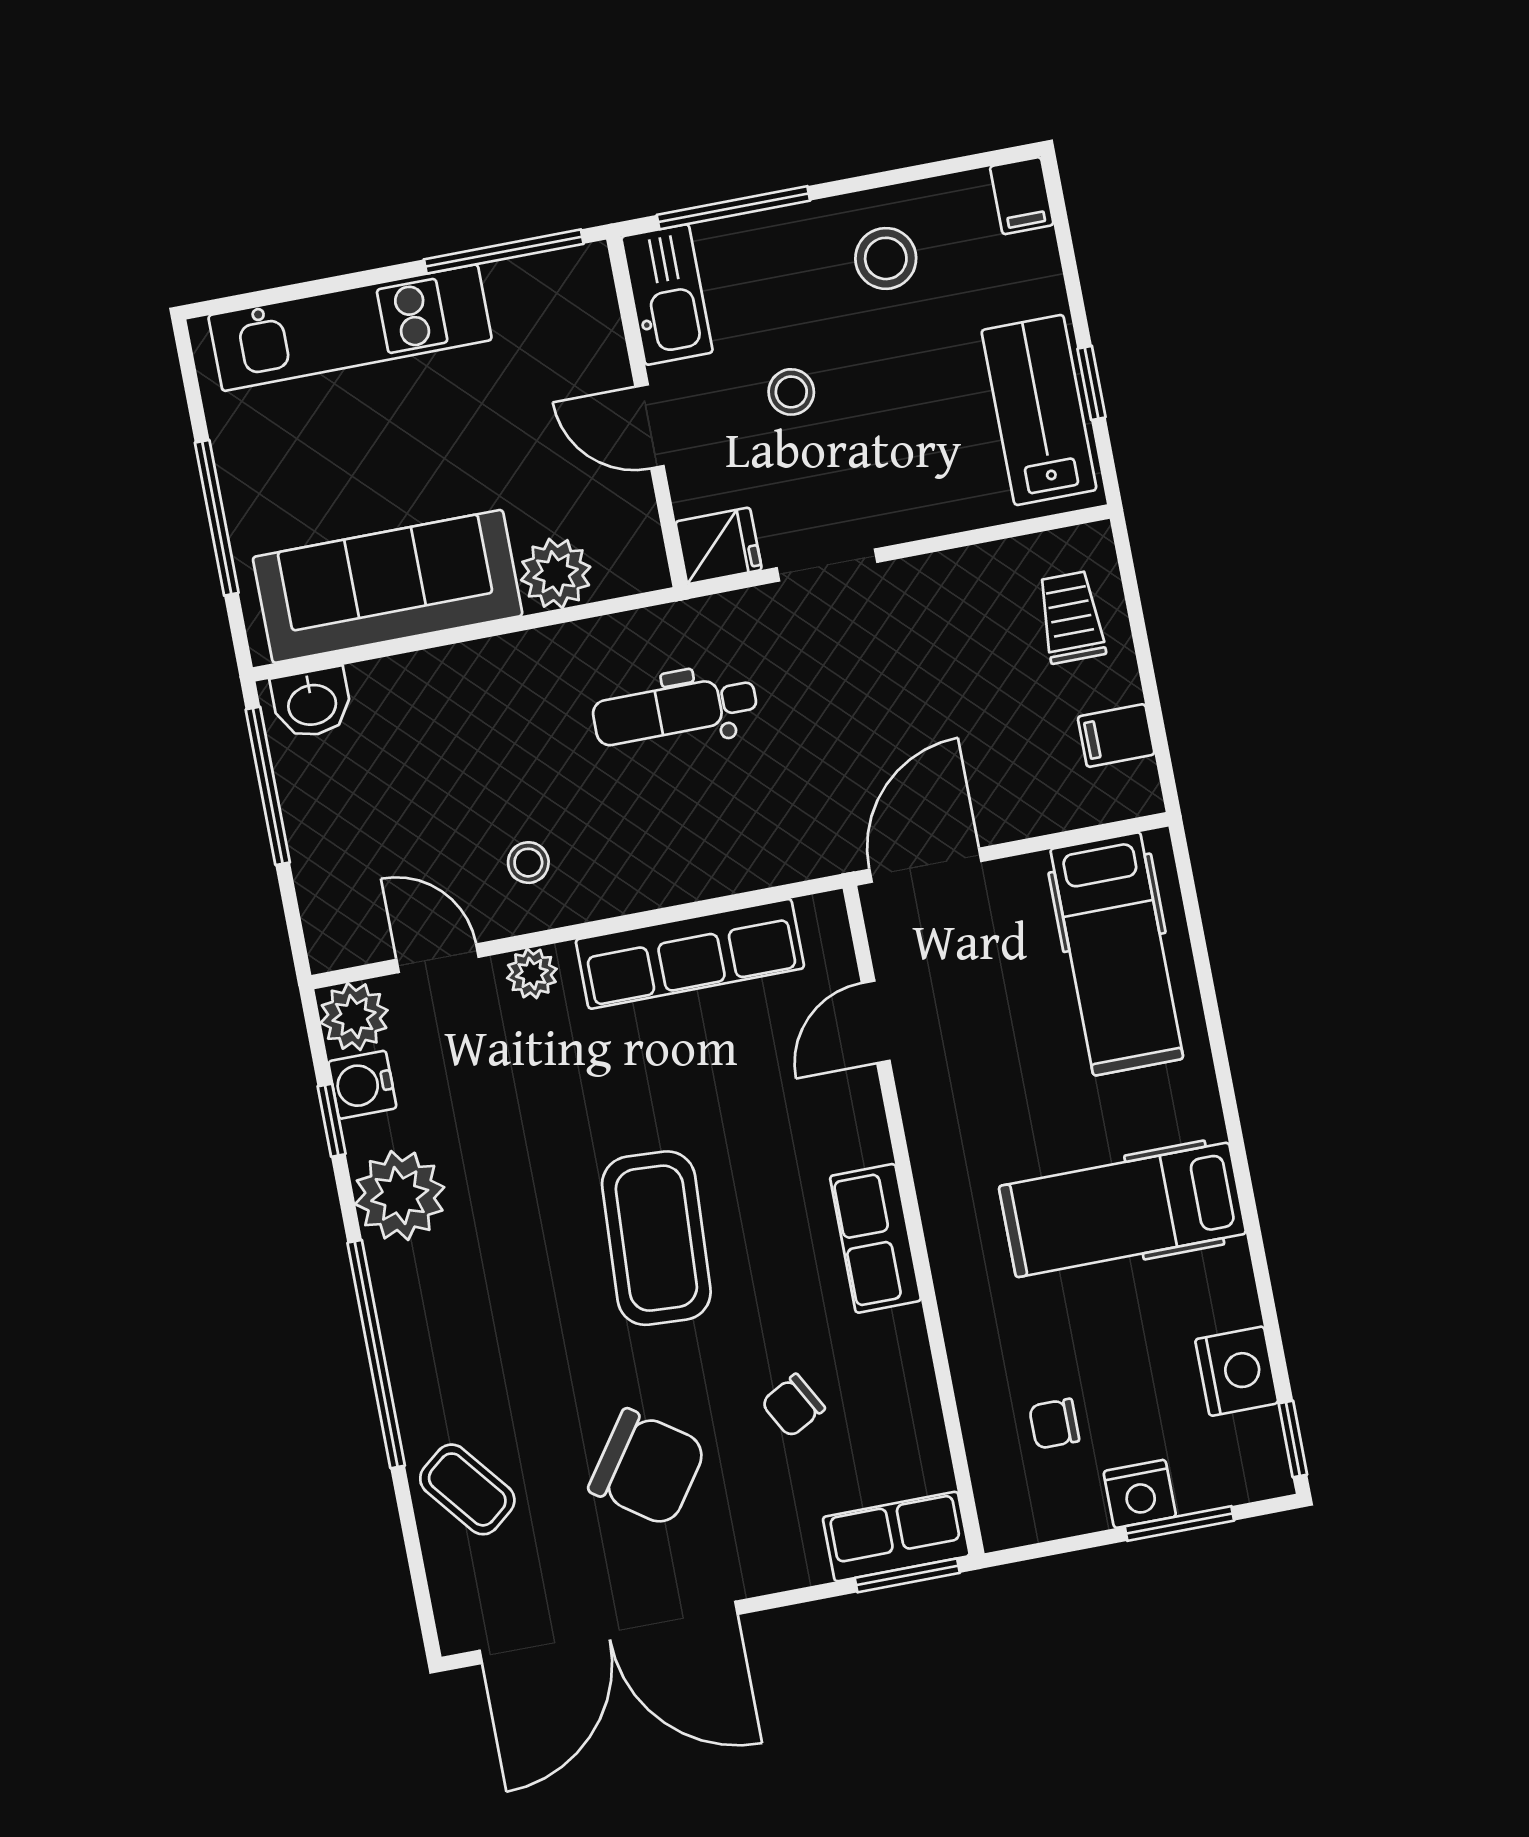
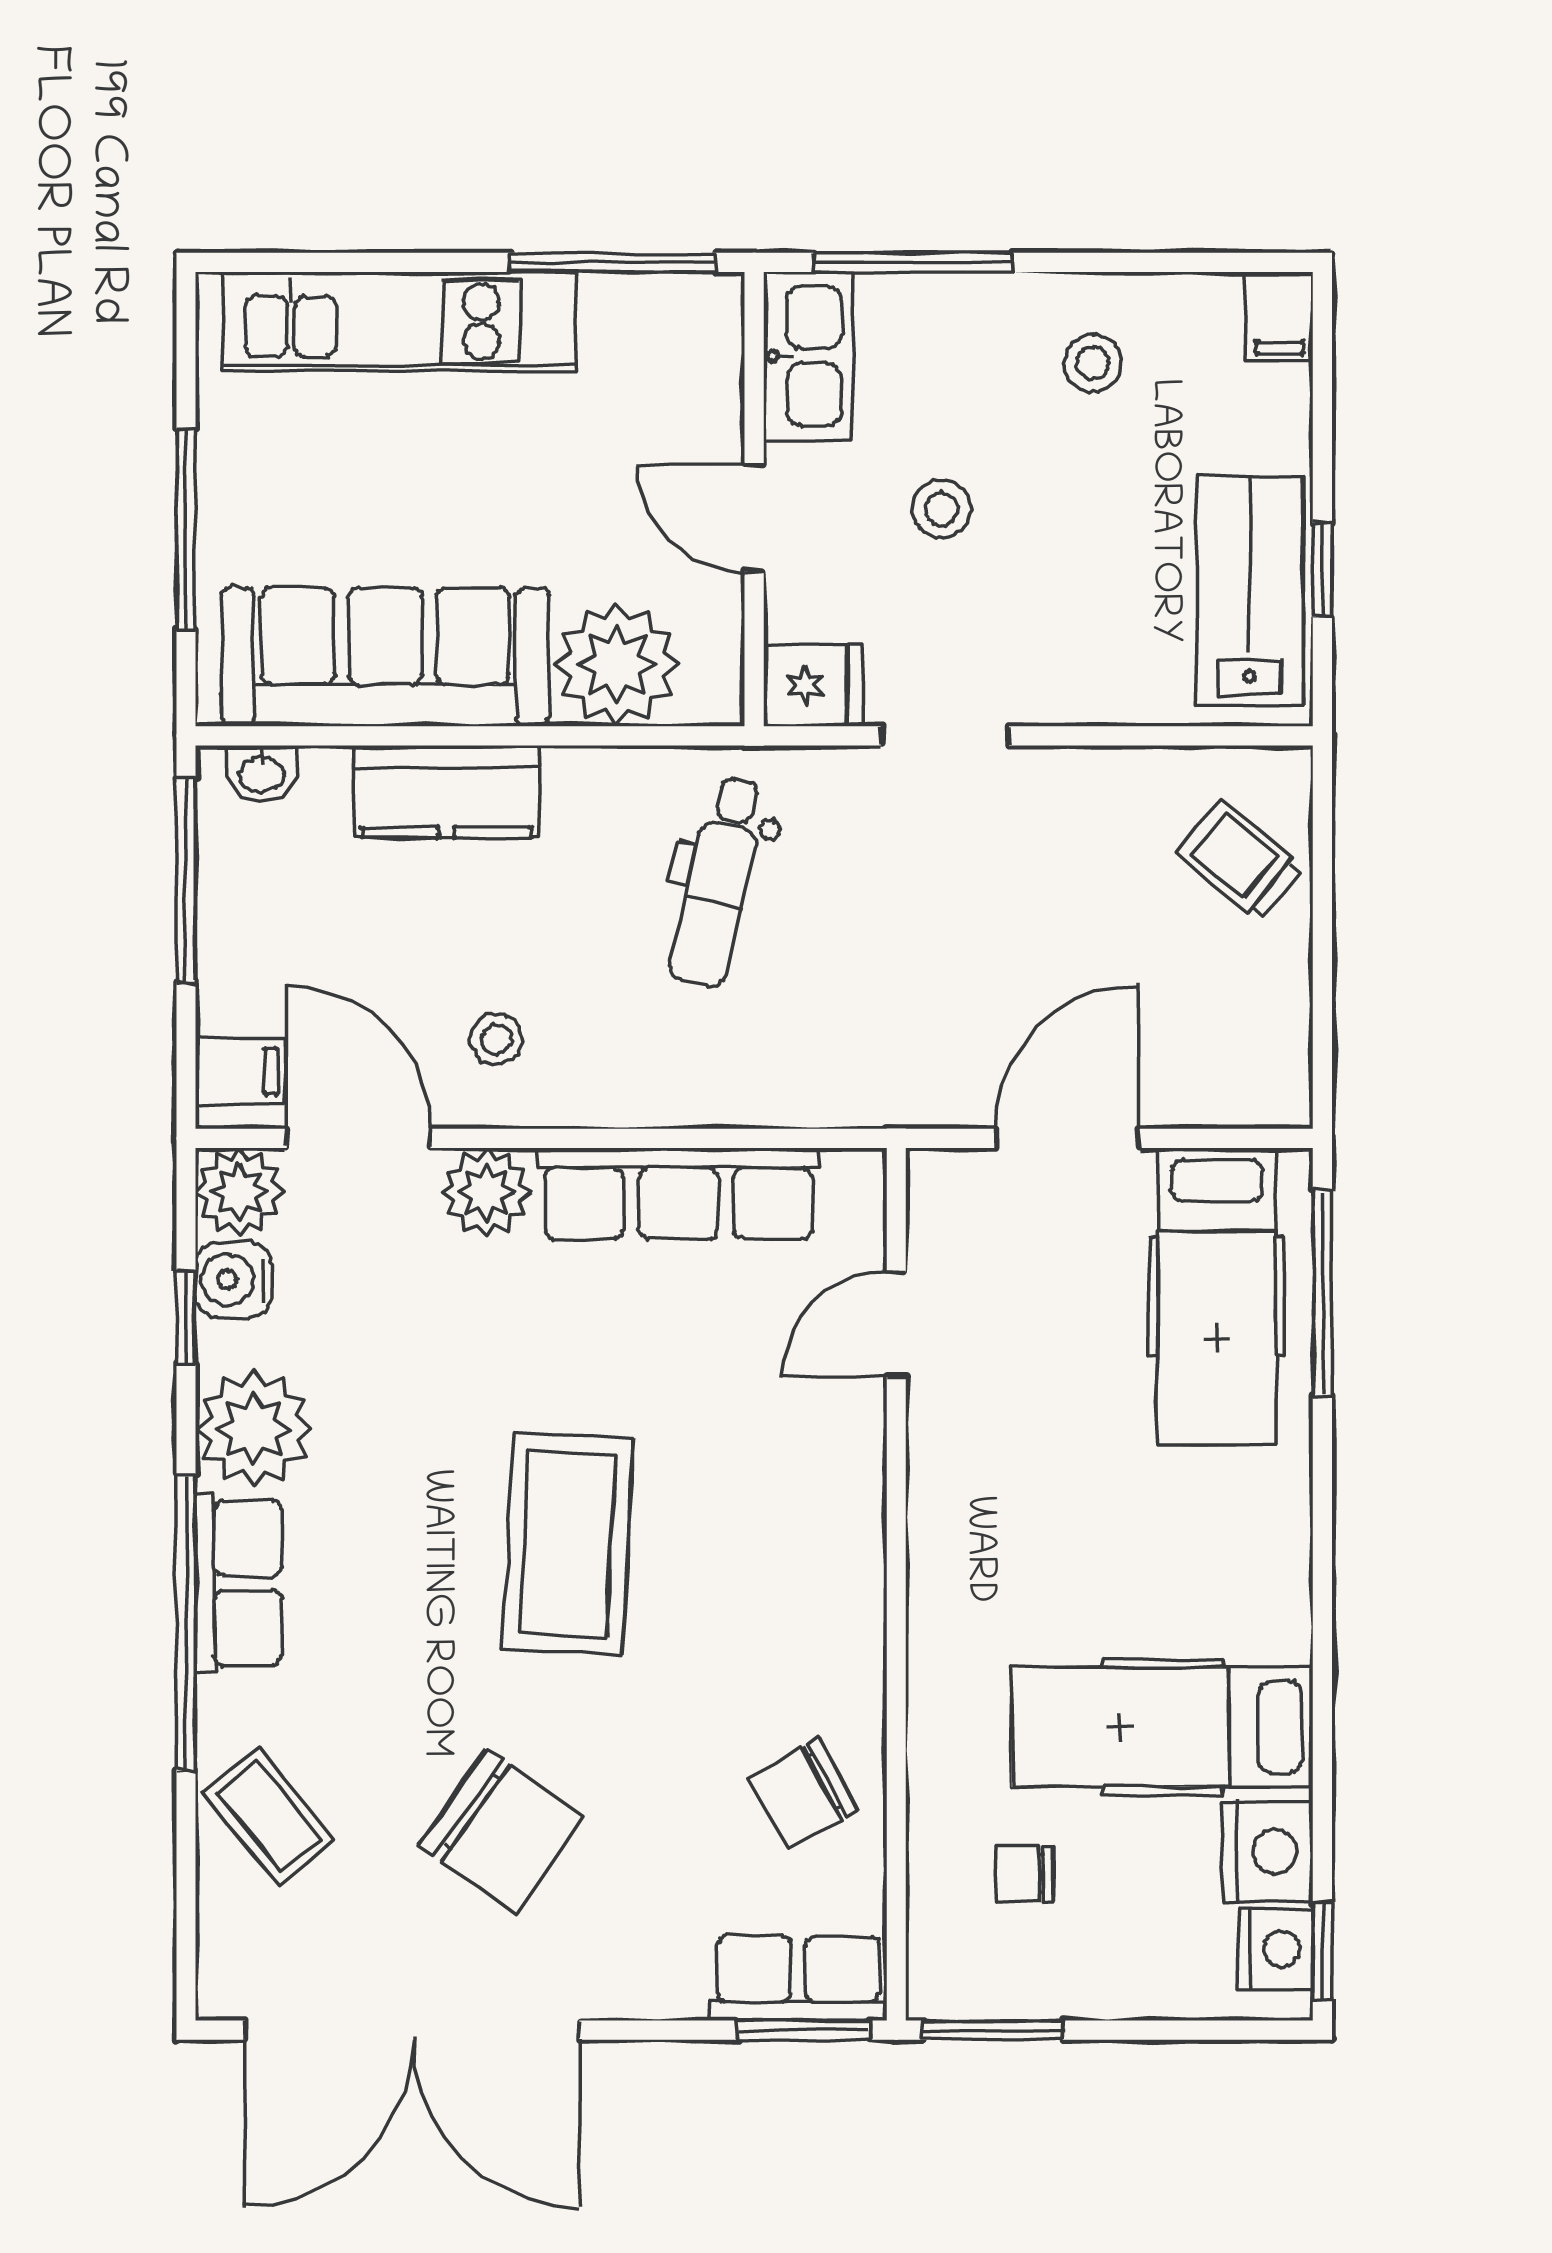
stool: (886, 258) -> (1093, 363), width x0.73, depth x0.73
plant: (556, 573) -> (617, 665), width x1.36, depth x1.36
trolley: (1071, 617) -> (1240, 860), turned -51
kitchen counter: (454, 680) -> (446, 791), added
washbasin: (312, 703) -> (261, 773), width x0.72, depth x0.69
dental chair: (675, 710) -> (718, 882), turned -77
filing cabinet: (1116, 736) -> (240, 1072), moved, turned 180
door: (925, 865) -> (1067, 1138), moved
window: (1197, 936) -> (1322, 1293), added
door: (437, 958) -> (359, 1138), width x1.38
plant: (532, 973) -> (486, 1192), width x1.38, depth x1.38
hospital bed: (1122, 1210) -> (1162, 1727), moved
row of seats: (875, 1238) -> (238, 1583), moved, turned 180
chair: (793, 1406) -> (803, 1794), moved, width x1.37, depth x1.37
nightstand: (1140, 1494) -> (1276, 1949), moved, turned -90
window: (1179, 1523) -> (993, 2030), moved

